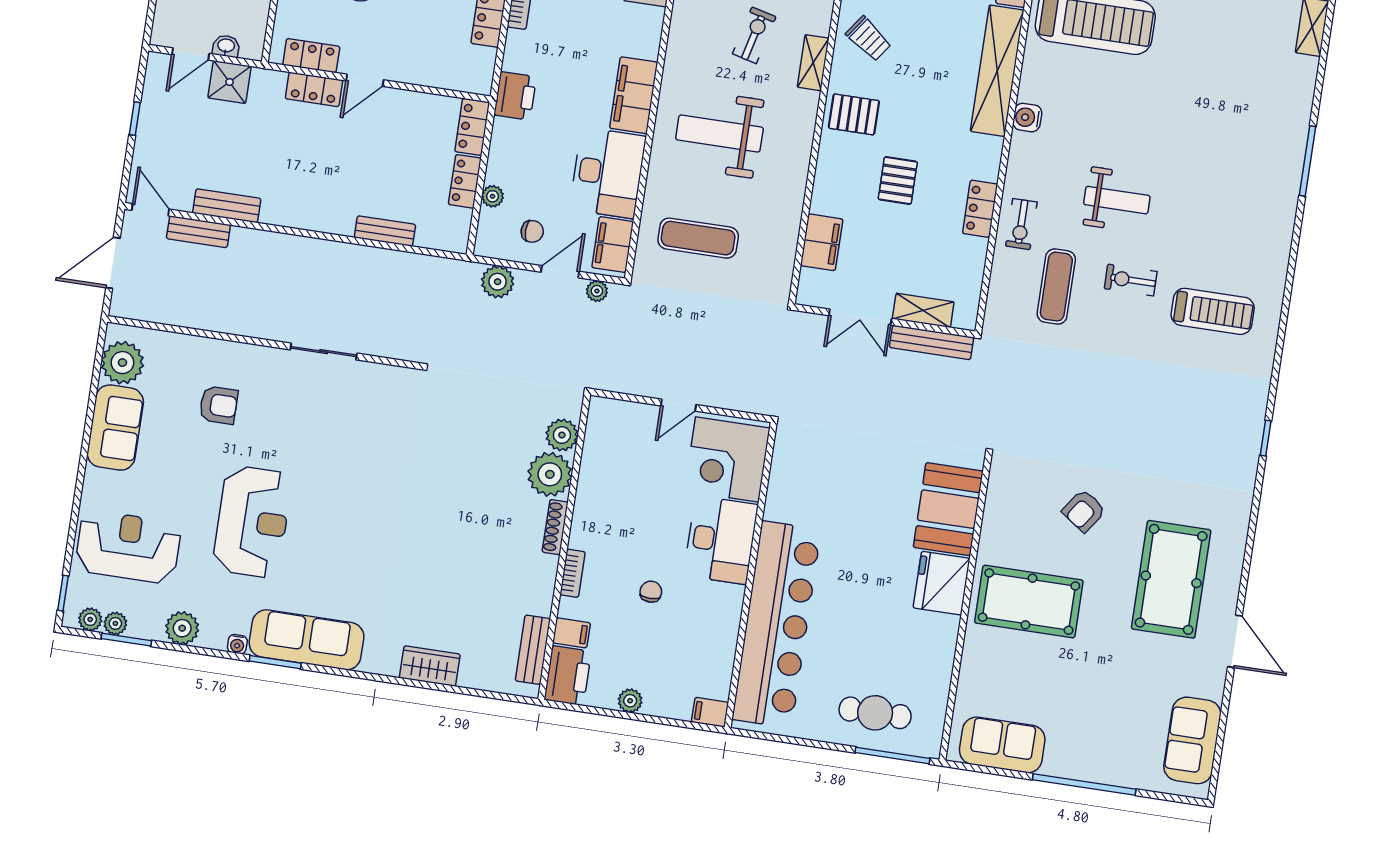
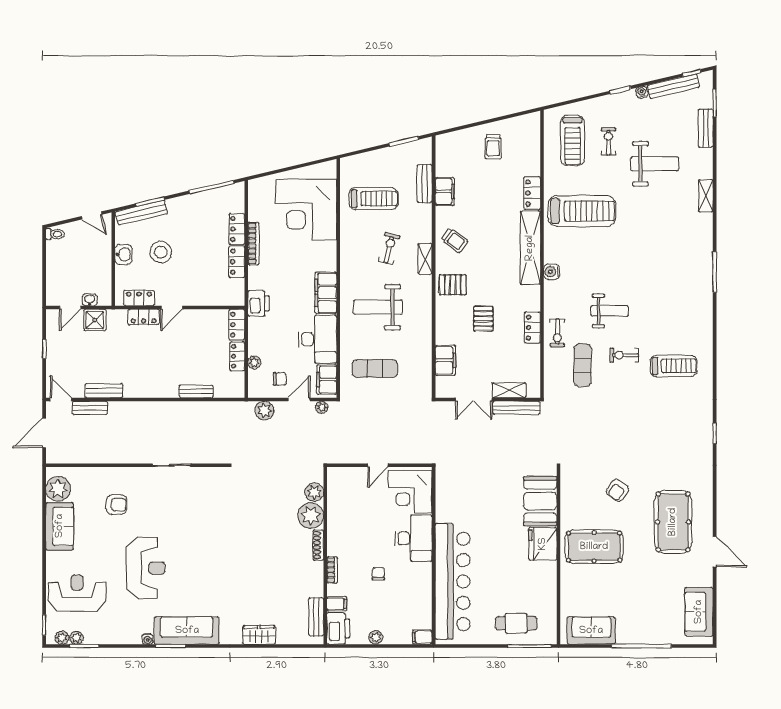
plant: (182, 628) -> (115, 635), removed

